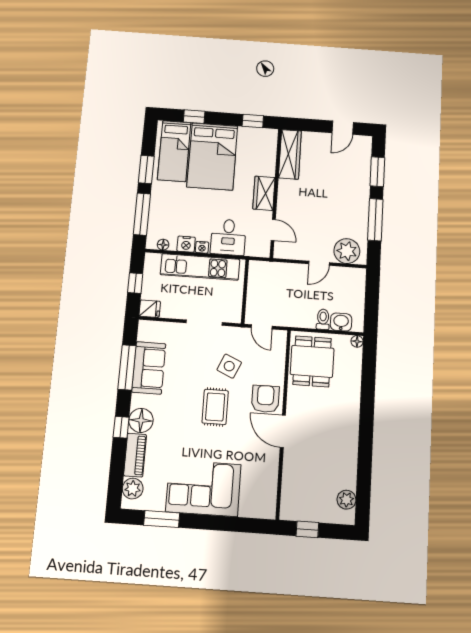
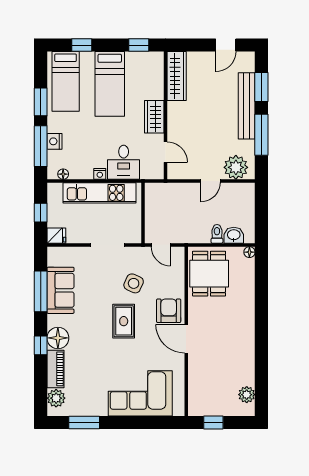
bed: (212, 156) -> (110, 84), width x0.67
bench: (361, 189) -> (247, 106), added
nightstand: (186, 244) -> (54, 141), moved, turned 90
corner sofa: (203, 488) -> (140, 393), moved

